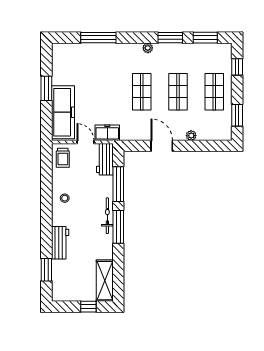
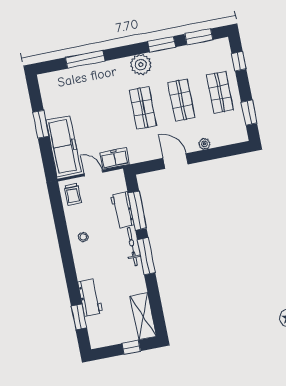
plant: (148, 48) -> (141, 65), width x1.88, depth x1.88
workbench: (105, 159) -> (122, 210), moved
workbench: (60, 243) -> (90, 297), moved

